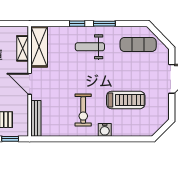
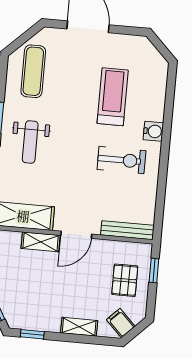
shelving: (23, 48) -> (41, 242), moved

